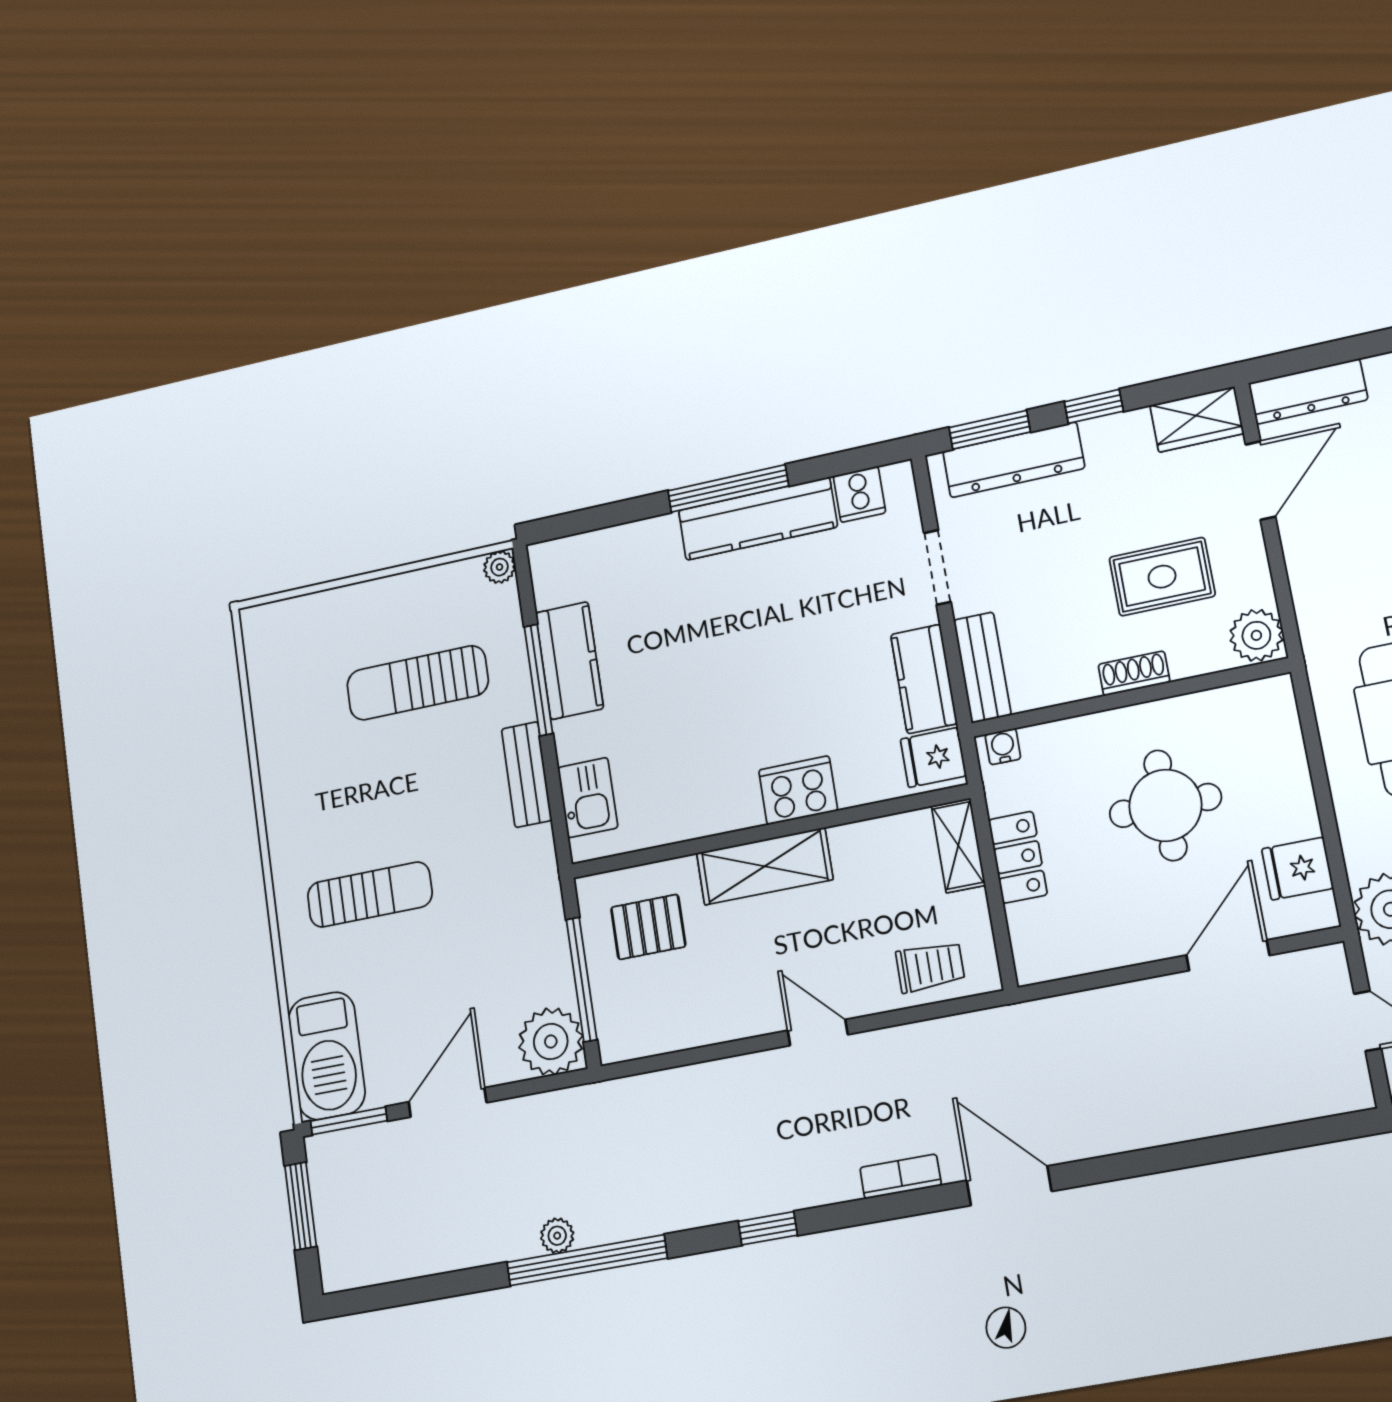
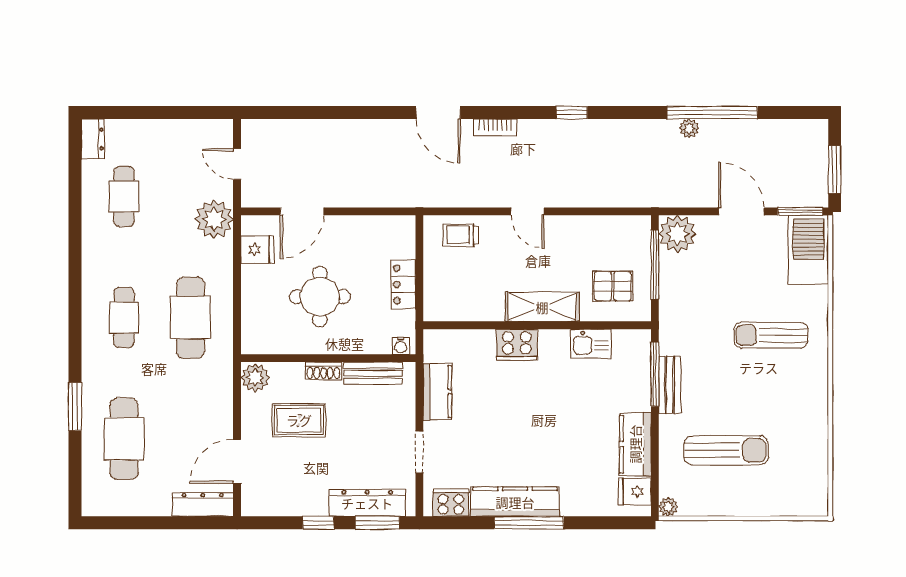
wardrobe: (1197, 419) -> (264, 503), removed
cooker: (859, 494) -> (451, 503), width x1.36
bench: (982, 667) -> (373, 373), moved, turned 90
window: (539, 680) -> (655, 374), moved
fridge: (933, 757) -> (635, 491), moved, turned 180
kitchen sink: (588, 798) -> (591, 344), moved, turned -90
shelving: (958, 845) -> (434, 297), removed
door: (447, 1102) -> (741, 211), swing flipped
window: (587, 1260) -> (712, 113), moved

